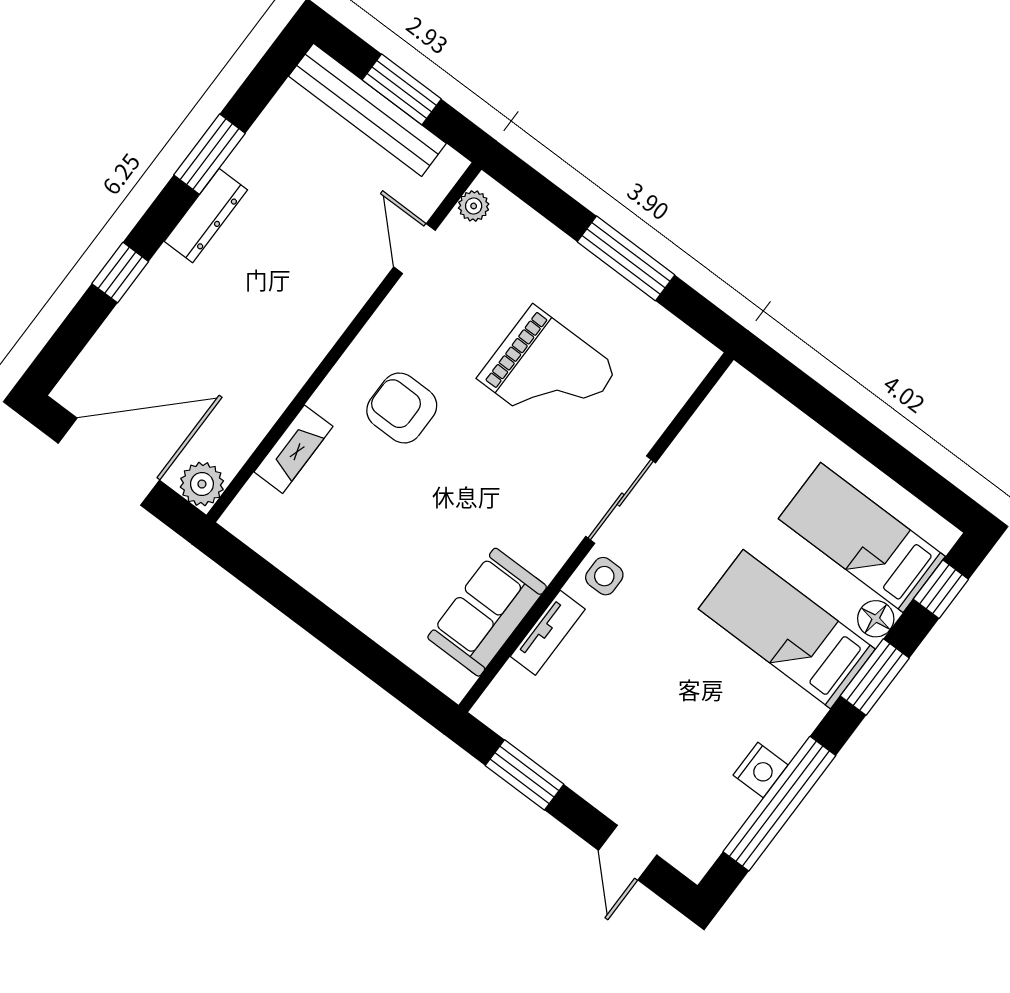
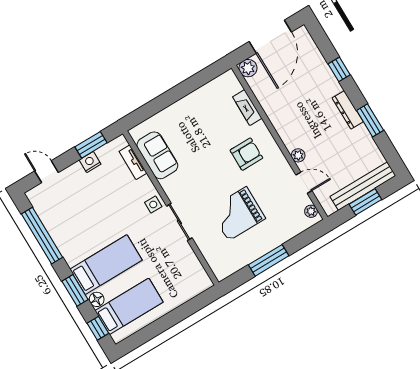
plant: (357, 287) -> (298, 155), added
tv unit: (548, 633) -> (133, 162), moved
nightstand: (761, 770) -> (90, 162), moved, turned 90

